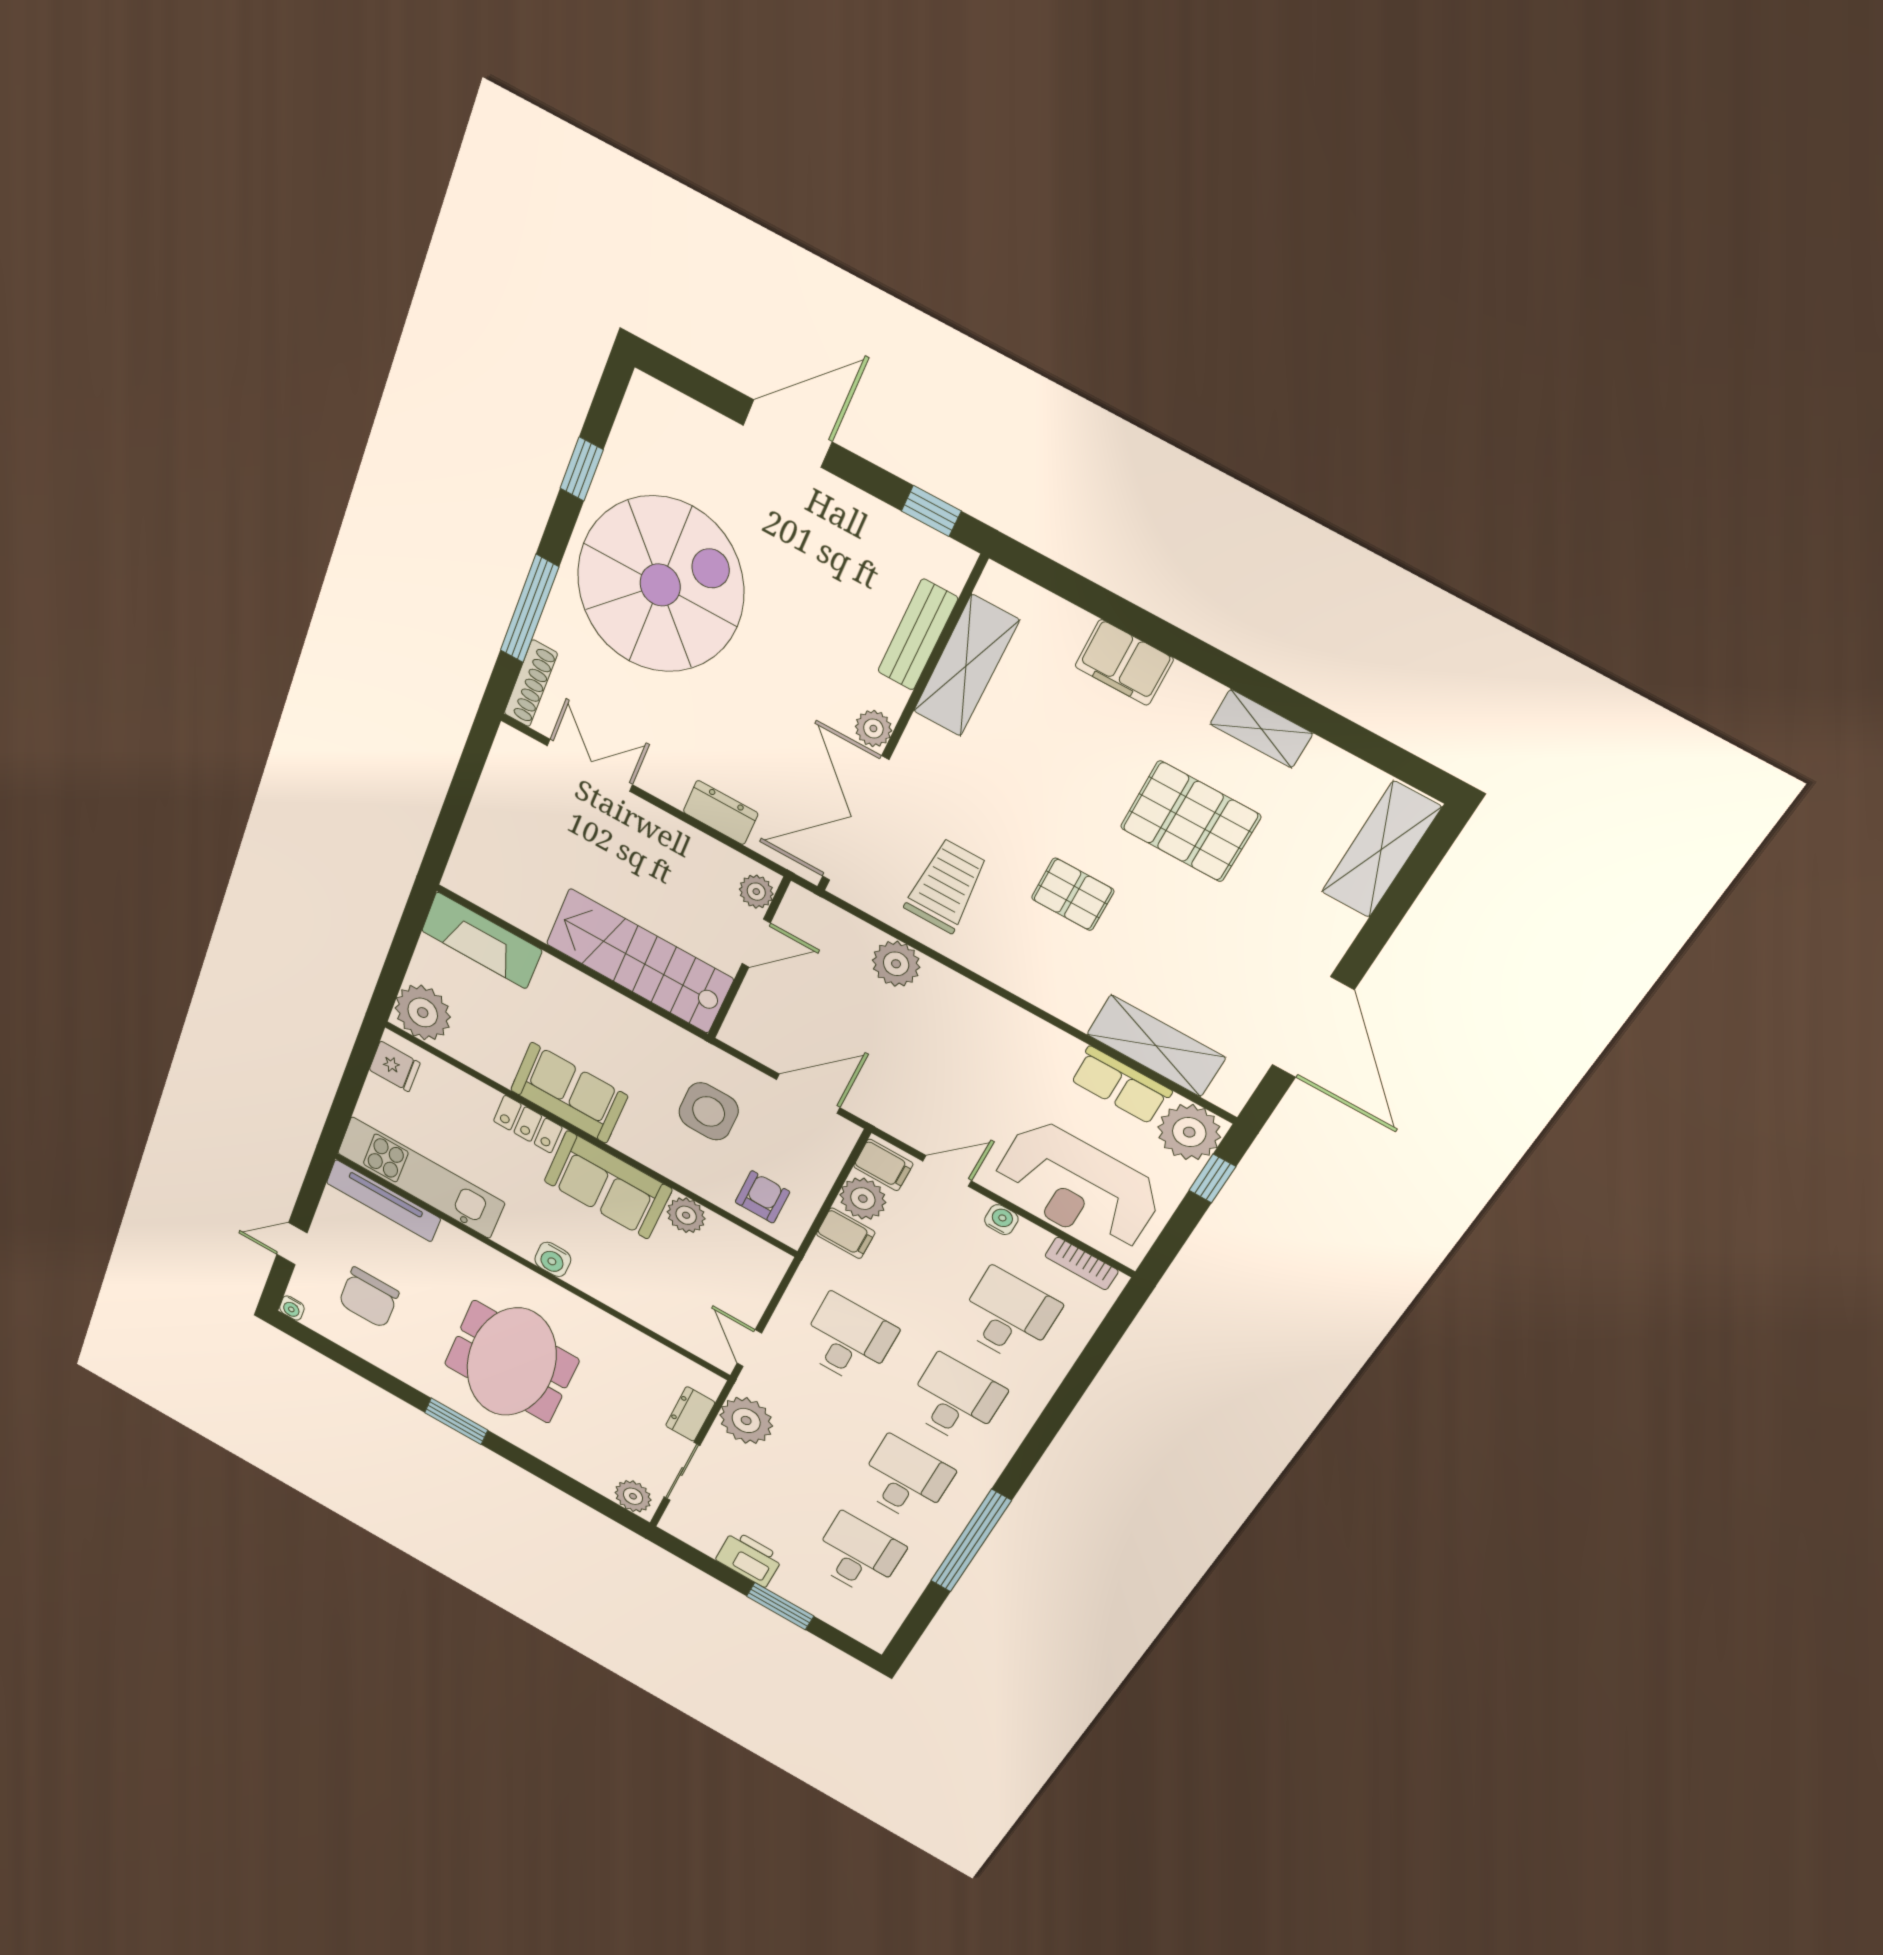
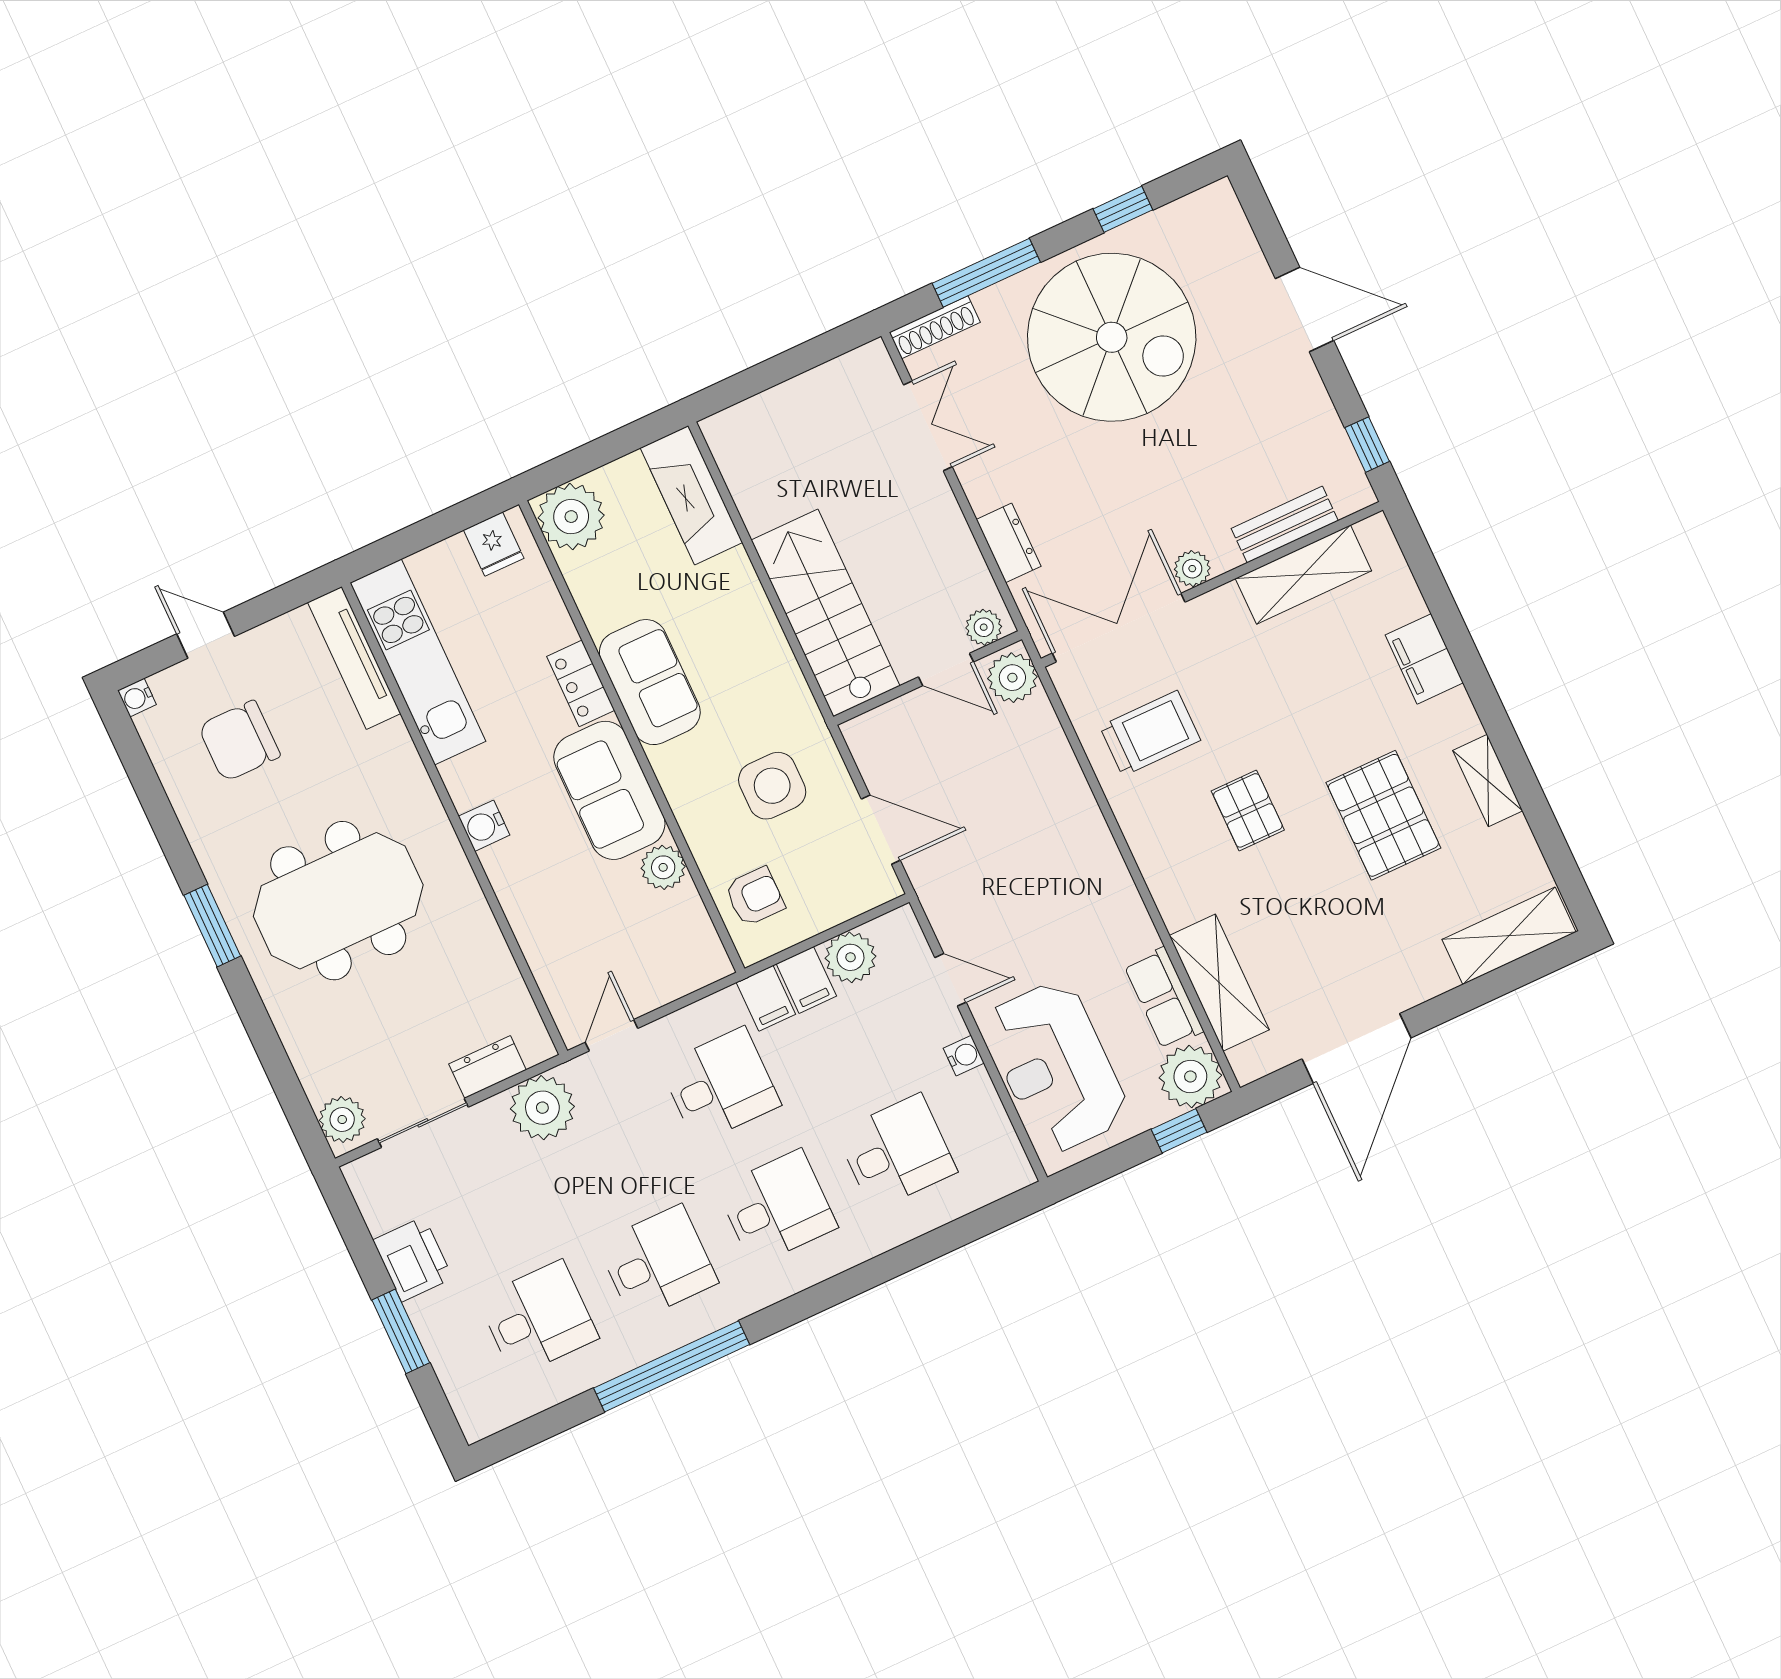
plant: (896, 964) -> (1012, 678), moved
filing cabinet: (883, 1165) -> (766, 998), moved
bookcase: (1082, 1264) -> (1004, 1141), removed

